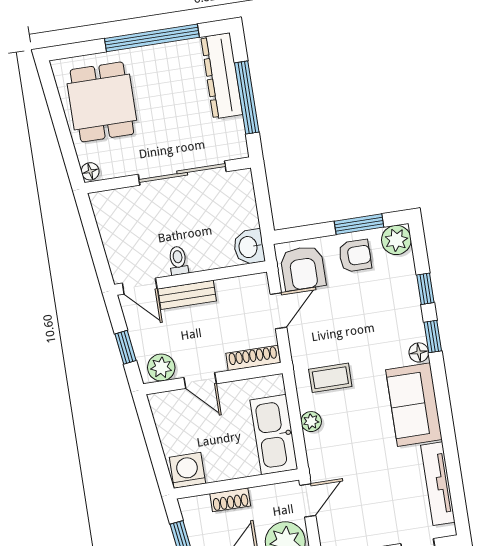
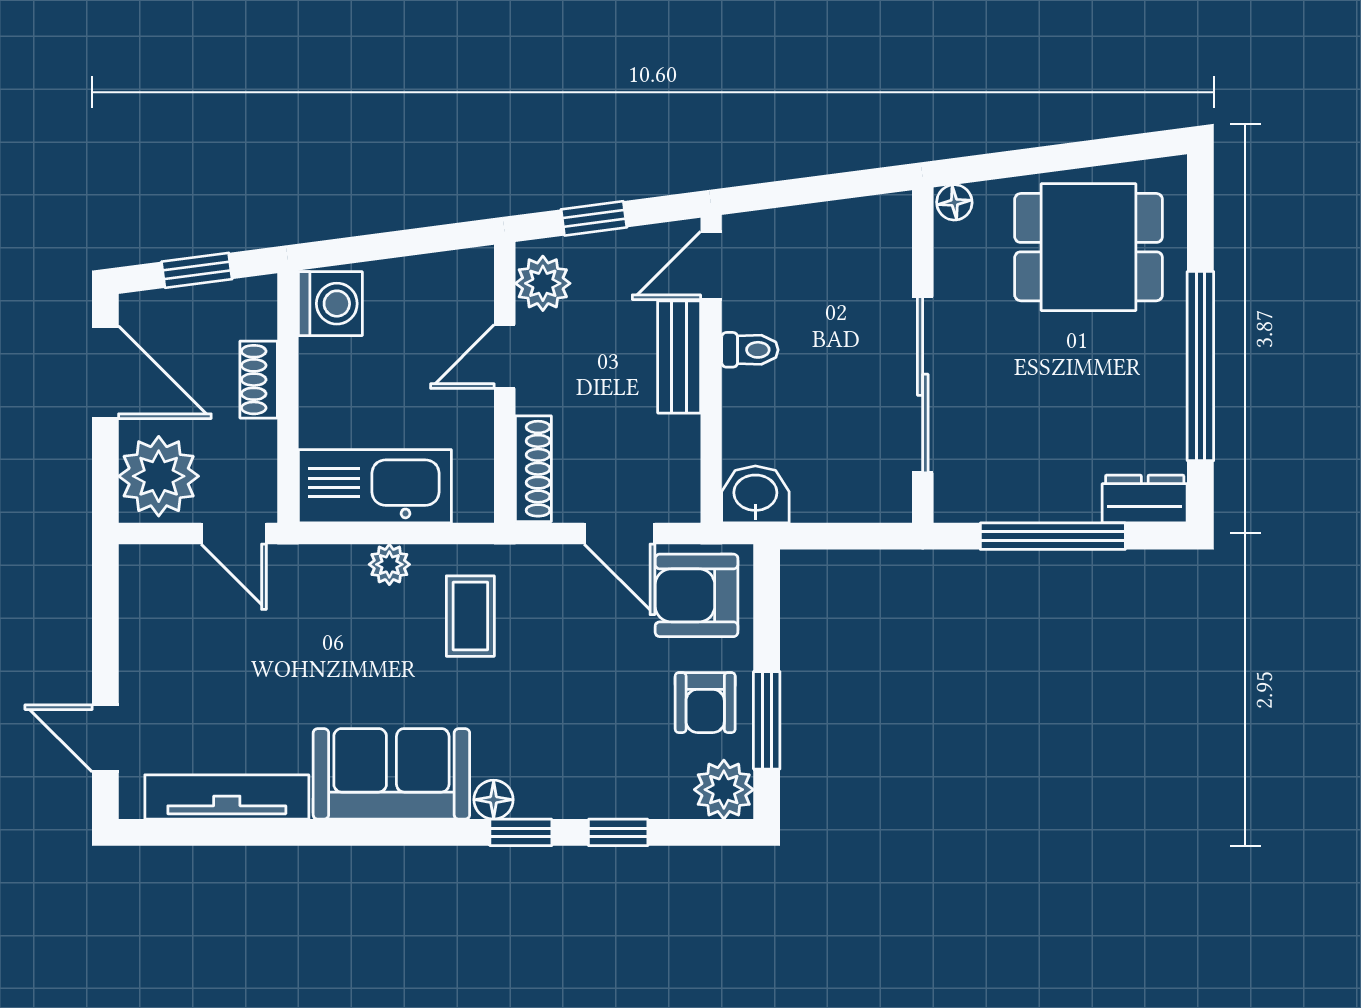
dresser: (222, 76) -> (1145, 499), width x0.51, depth x0.80

